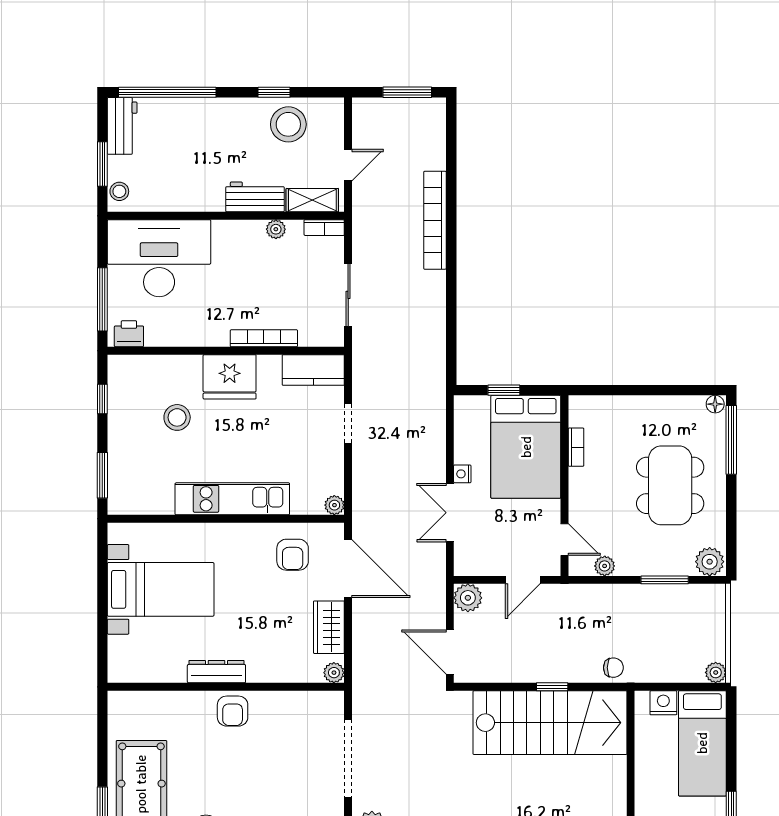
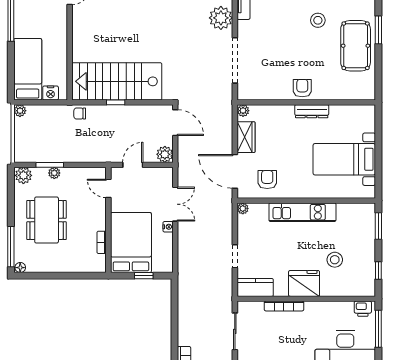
plant: (605, 566) -> (54, 173), moved

